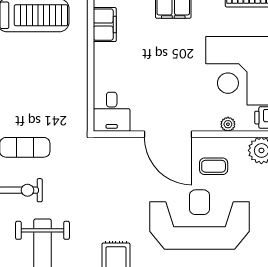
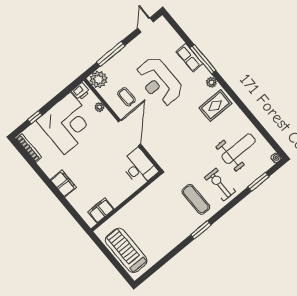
desk: (112, 112) -> (139, 167), width x1.37
reception desk: (199, 220) -> (159, 82), width x0.74, depth x0.77

